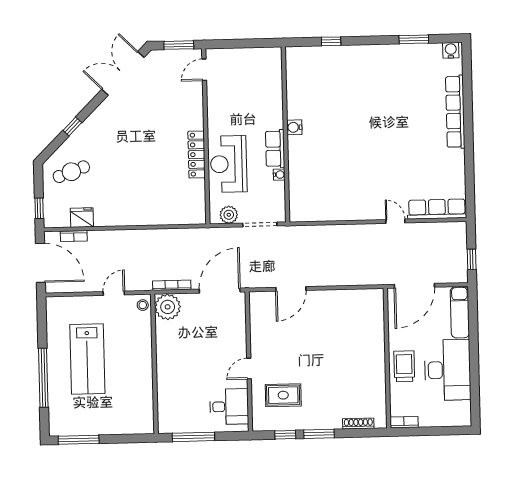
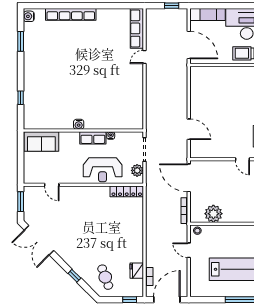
door: (204, 70) -> (52, 185), moved
sofa: (268, 73) -> (41, 142), added
locker: (197, 155) -> (127, 191), moved
plant: (168, 307) -> (213, 214), moved

